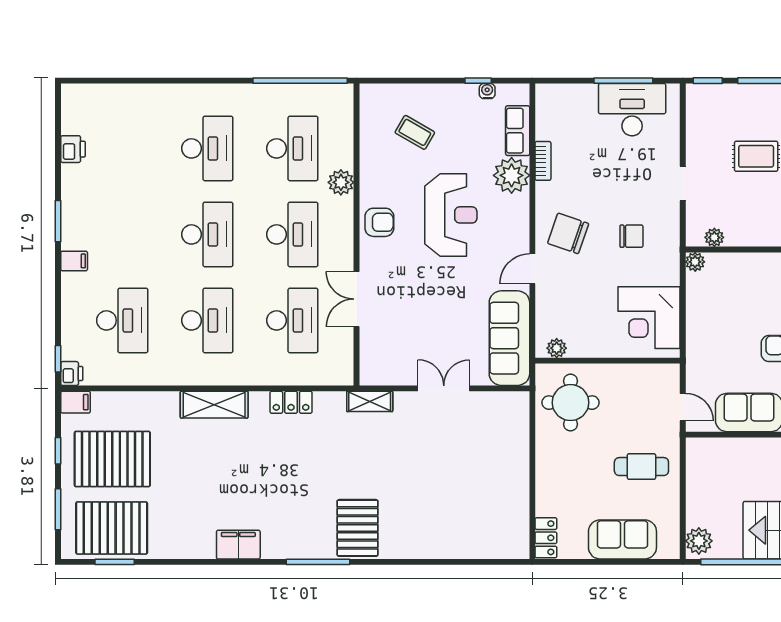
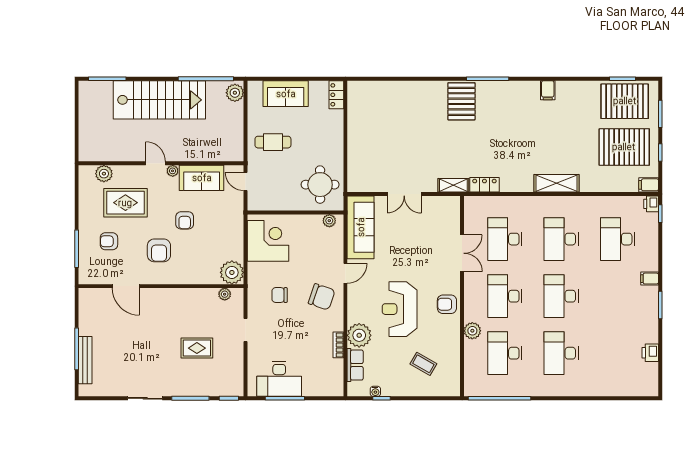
plant: (695, 262) -> (232, 272), width x1.87, depth x1.87
locker: (291, 402) -> (484, 185), moved
filing cabinet: (238, 545) -> (548, 90), width x0.50

